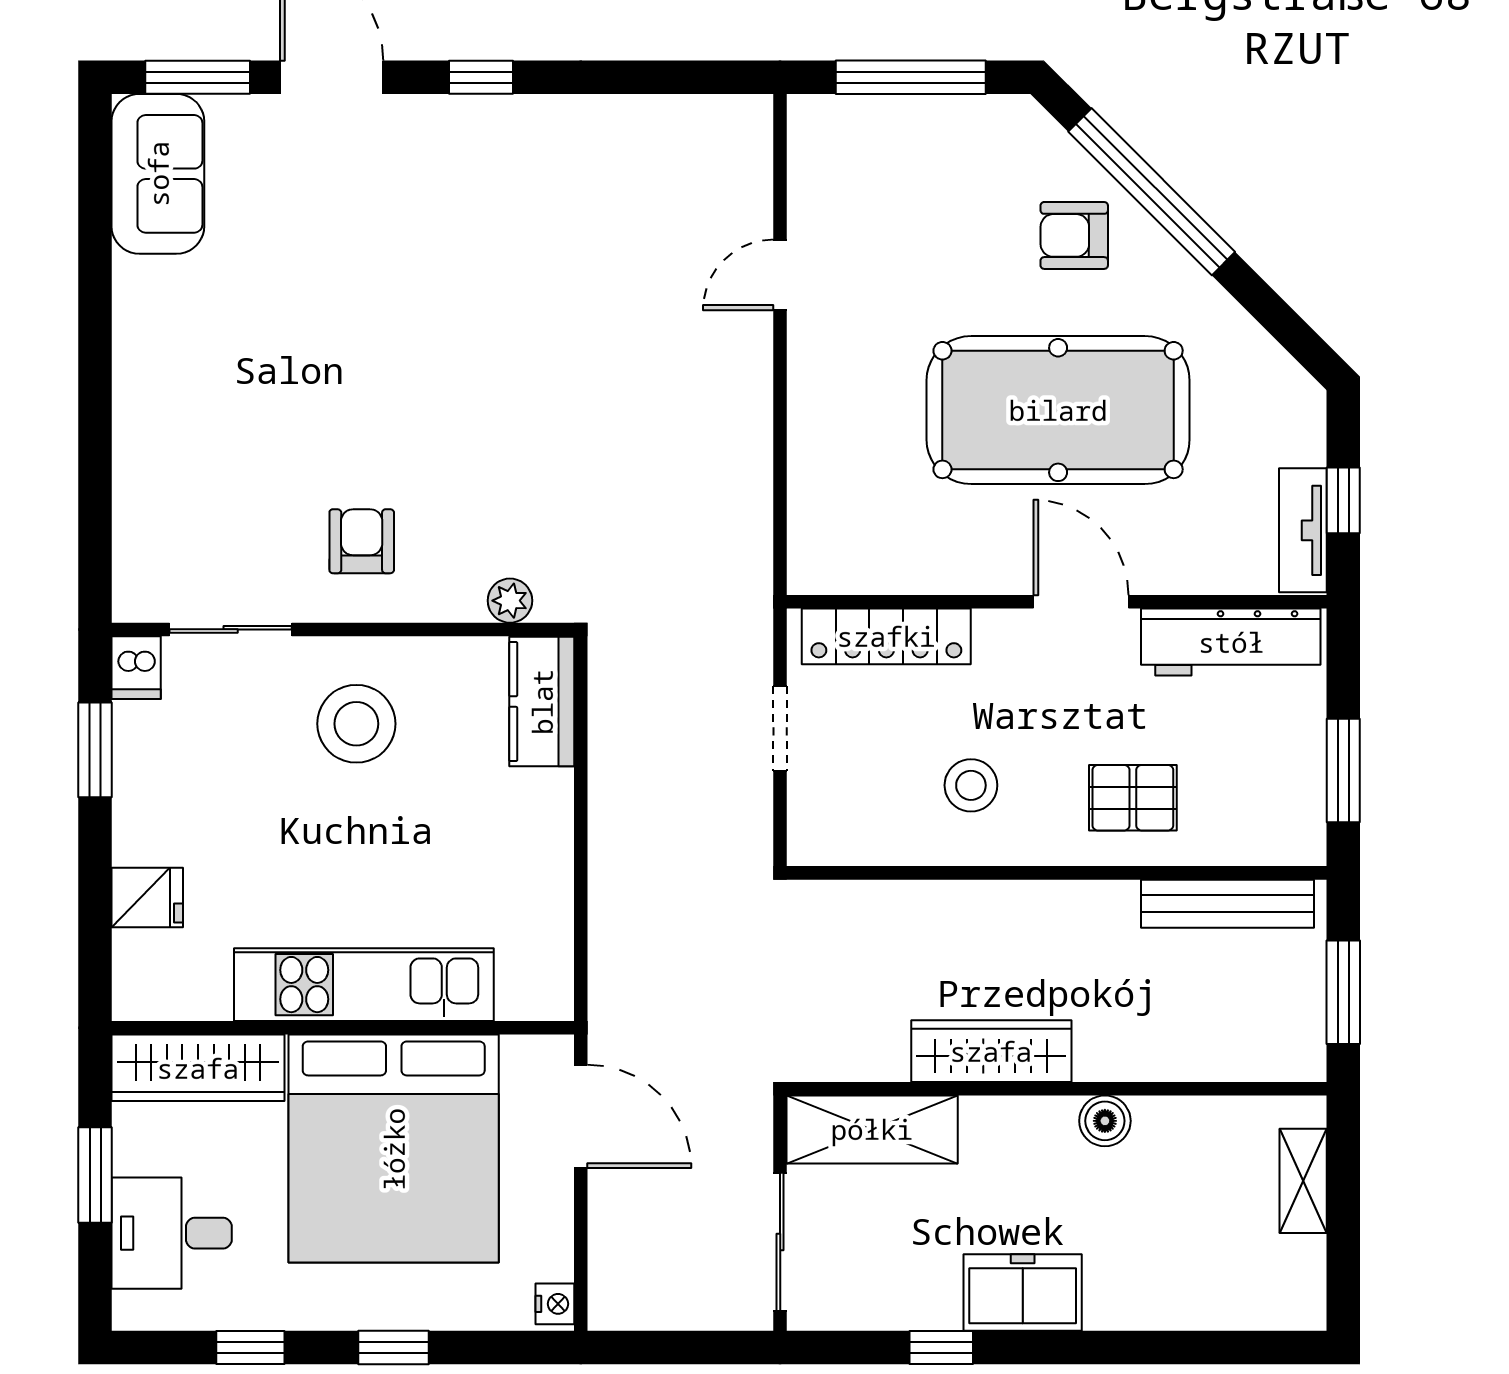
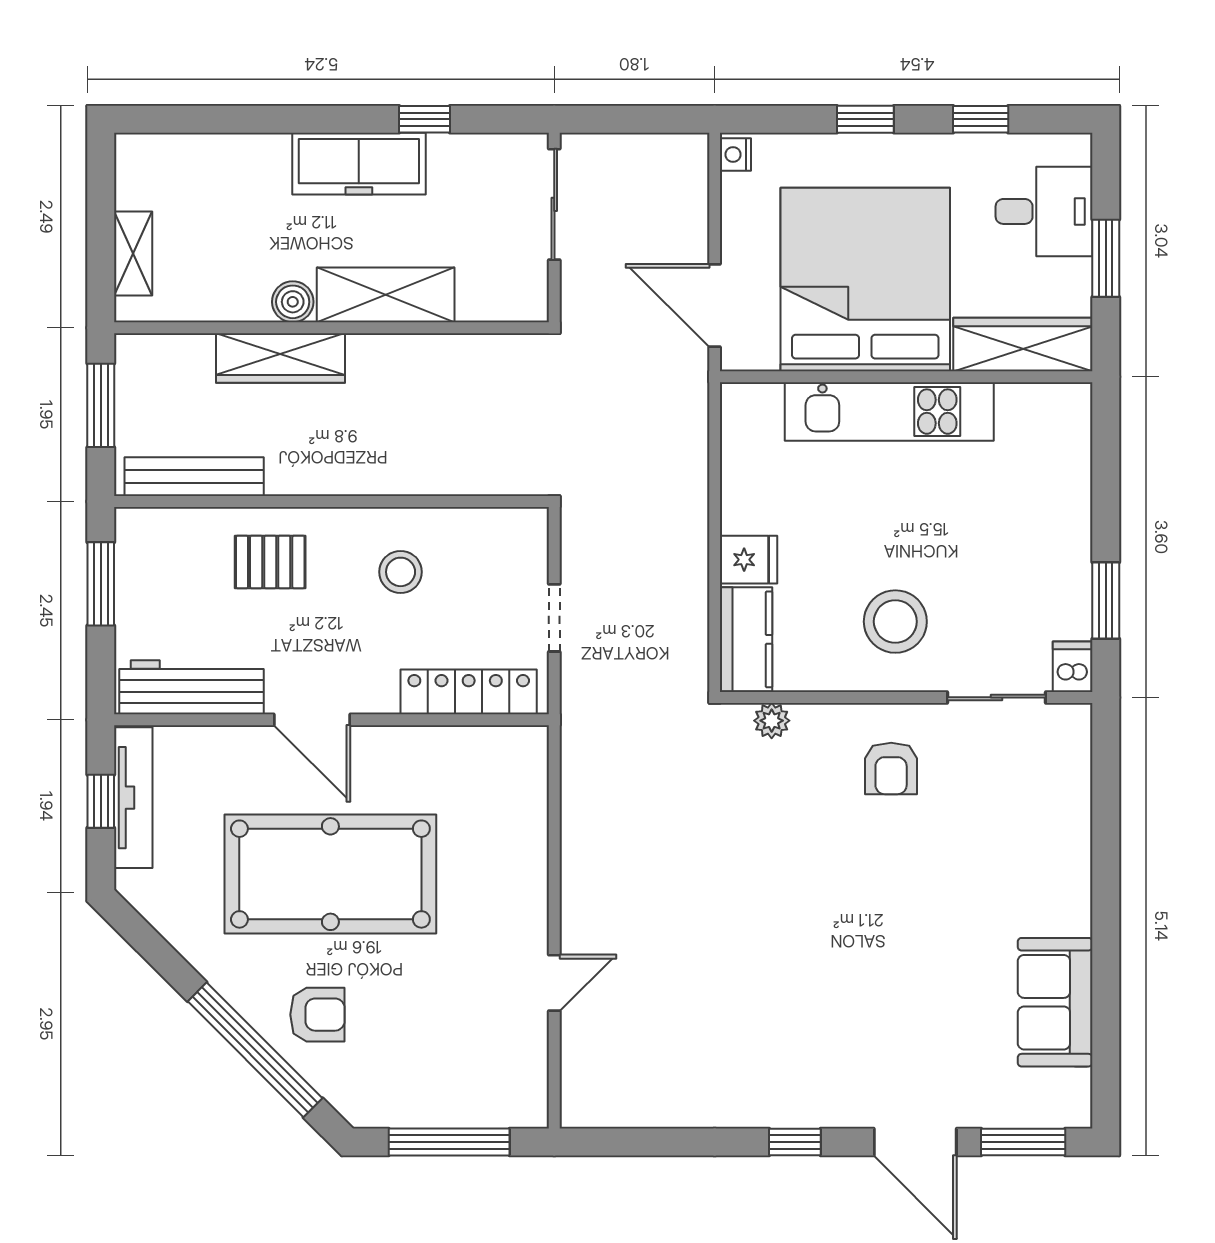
sofa: (158, 174) -> (1055, 1002), moved
tv unit: (1303, 530) -> (133, 798), width x1.41
fridge: (147, 898) -> (749, 560), moved, turned 180
wardrobe: (991, 1051) -> (280, 358), moved
shelving: (872, 1129) -> (386, 295), moved
freezer: (1023, 1293) -> (359, 164), width x1.40

